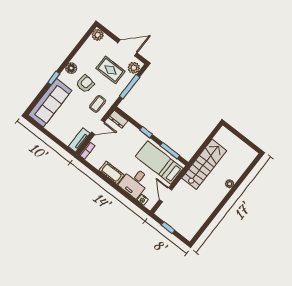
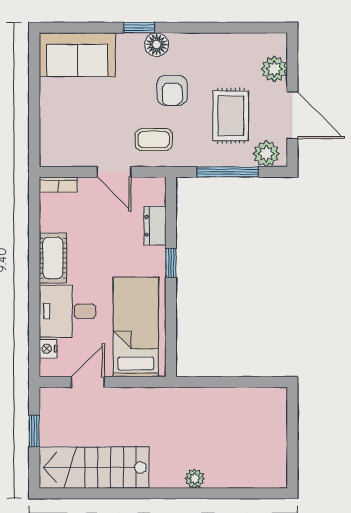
plant: (98, 35) -> (274, 69), moved
floor lamp: (71, 68) -> (157, 45), moved
armchair: (85, 84) -> (172, 90), turned 81
sofa: (50, 103) -> (77, 55), width x0.73
dresser: (118, 119) -> (155, 226), moved
tv unit: (79, 140) -> (66, 157), removed
window: (170, 151) -> (171, 329), removed
stairs: (204, 164) -> (94, 468), moved, turned 180

